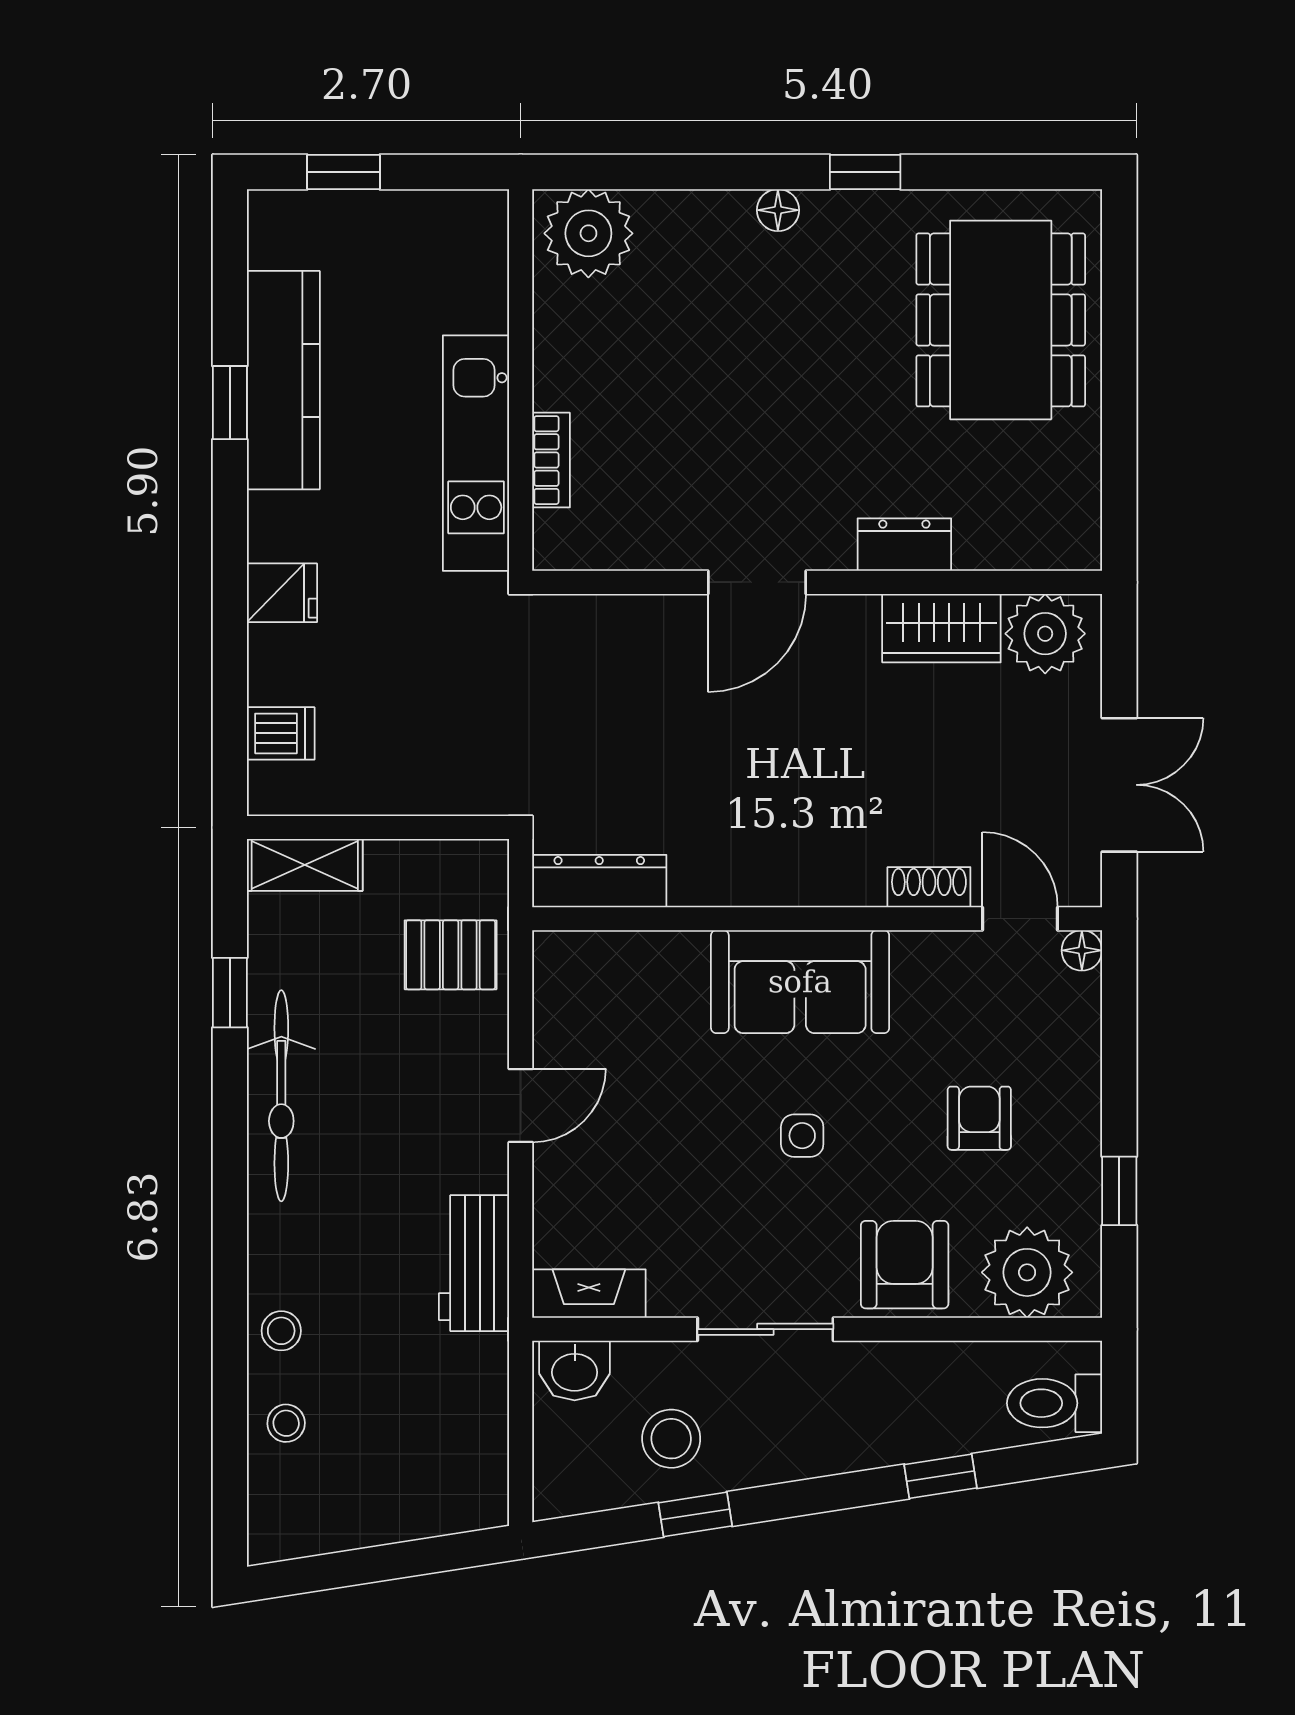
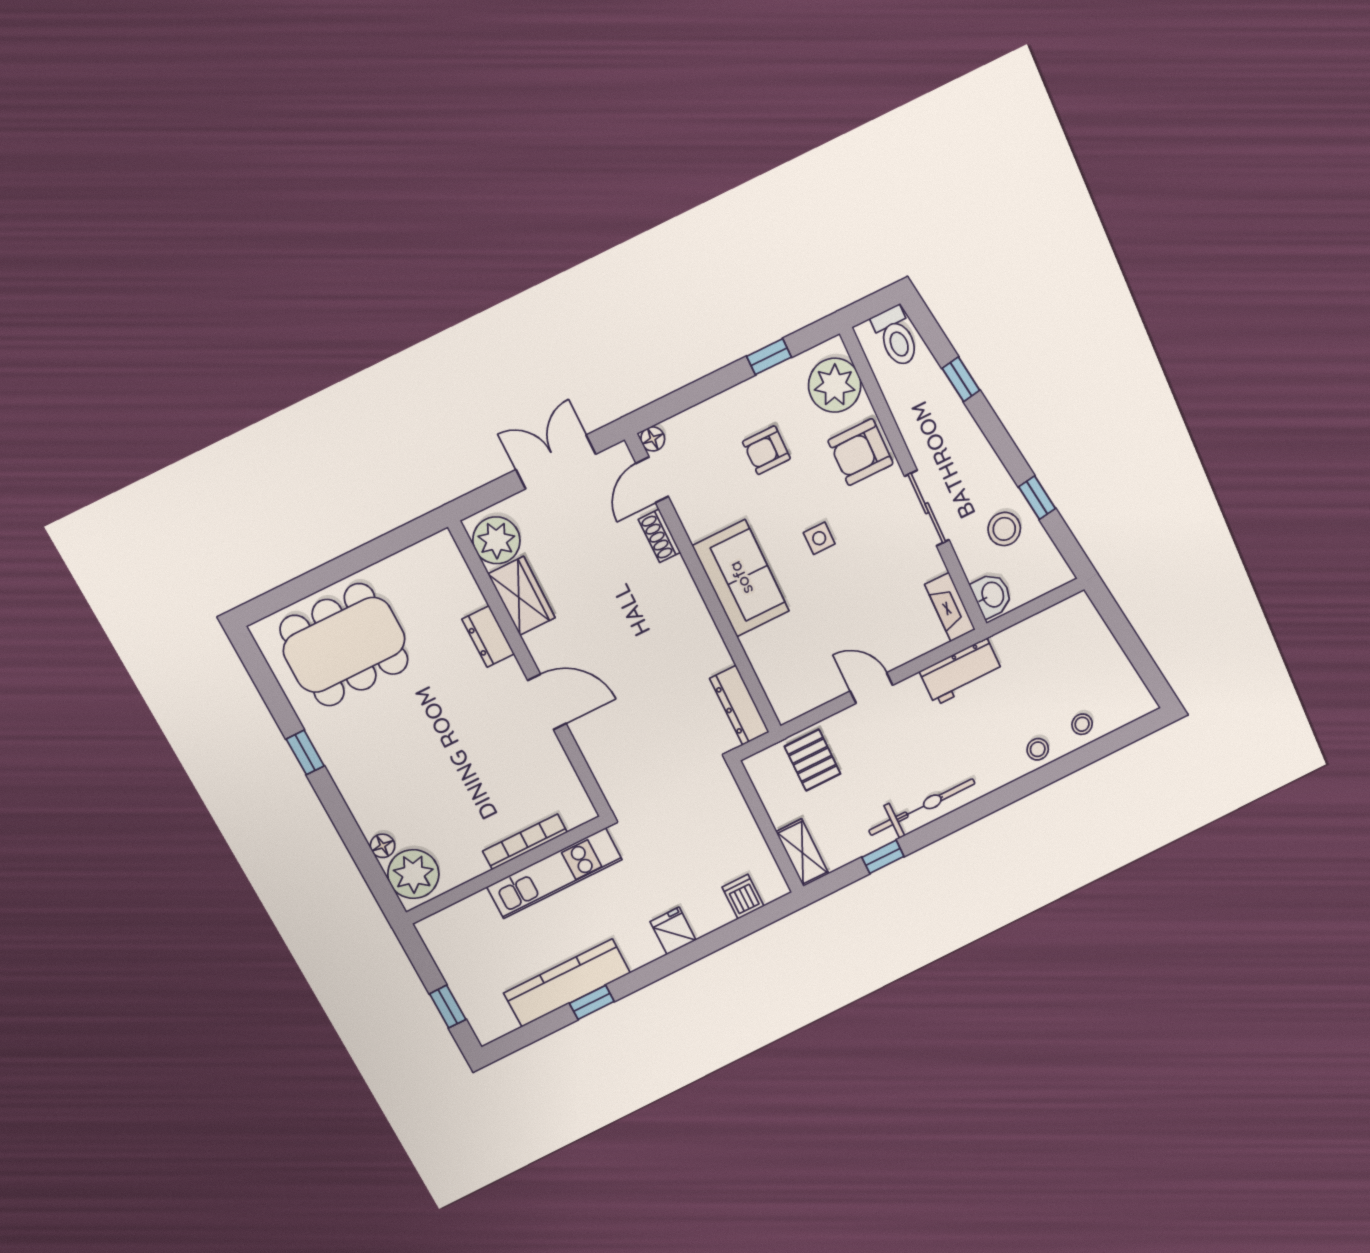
floor lamp: (778, 210) -> (383, 846), moved
bookcase: (551, 460) -> (525, 842), width x1.56

